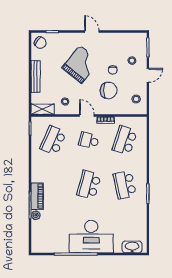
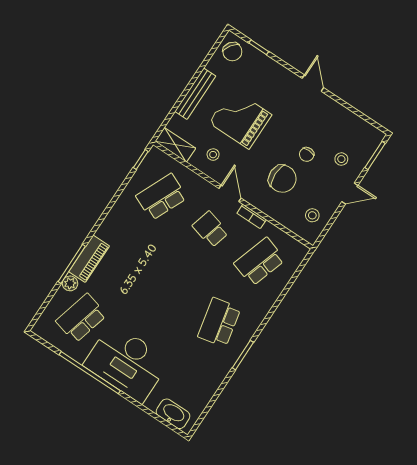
grand piano: (81, 64) -> (240, 119), moved, turned -129
school desk: (89, 185) -> (81, 318), moved

